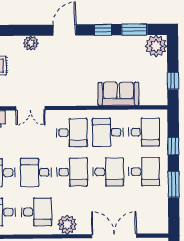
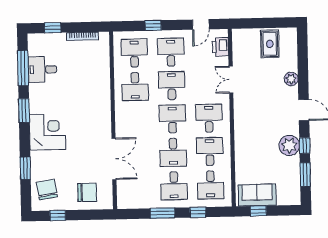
plant: (156, 46) -> (289, 145), moved
sofa: (118, 94) -> (257, 195), moved, turned -90
desk: (72, 133) -> (209, 118), turned 180
desk: (72, 172) -> (172, 119), turned 180
plant: (67, 225) -> (124, 115), removed

